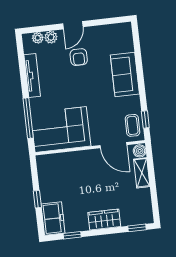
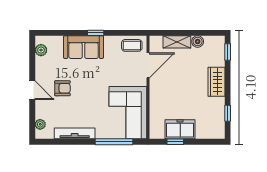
plant: (51, 37) -> (41, 50), moved
window: (145, 119) -> (96, 33), moved
boiler: (140, 151) -> (198, 42), moved
window: (37, 199) -> (175, 142), moved
freezer: (53, 219) -> (180, 129), moved

